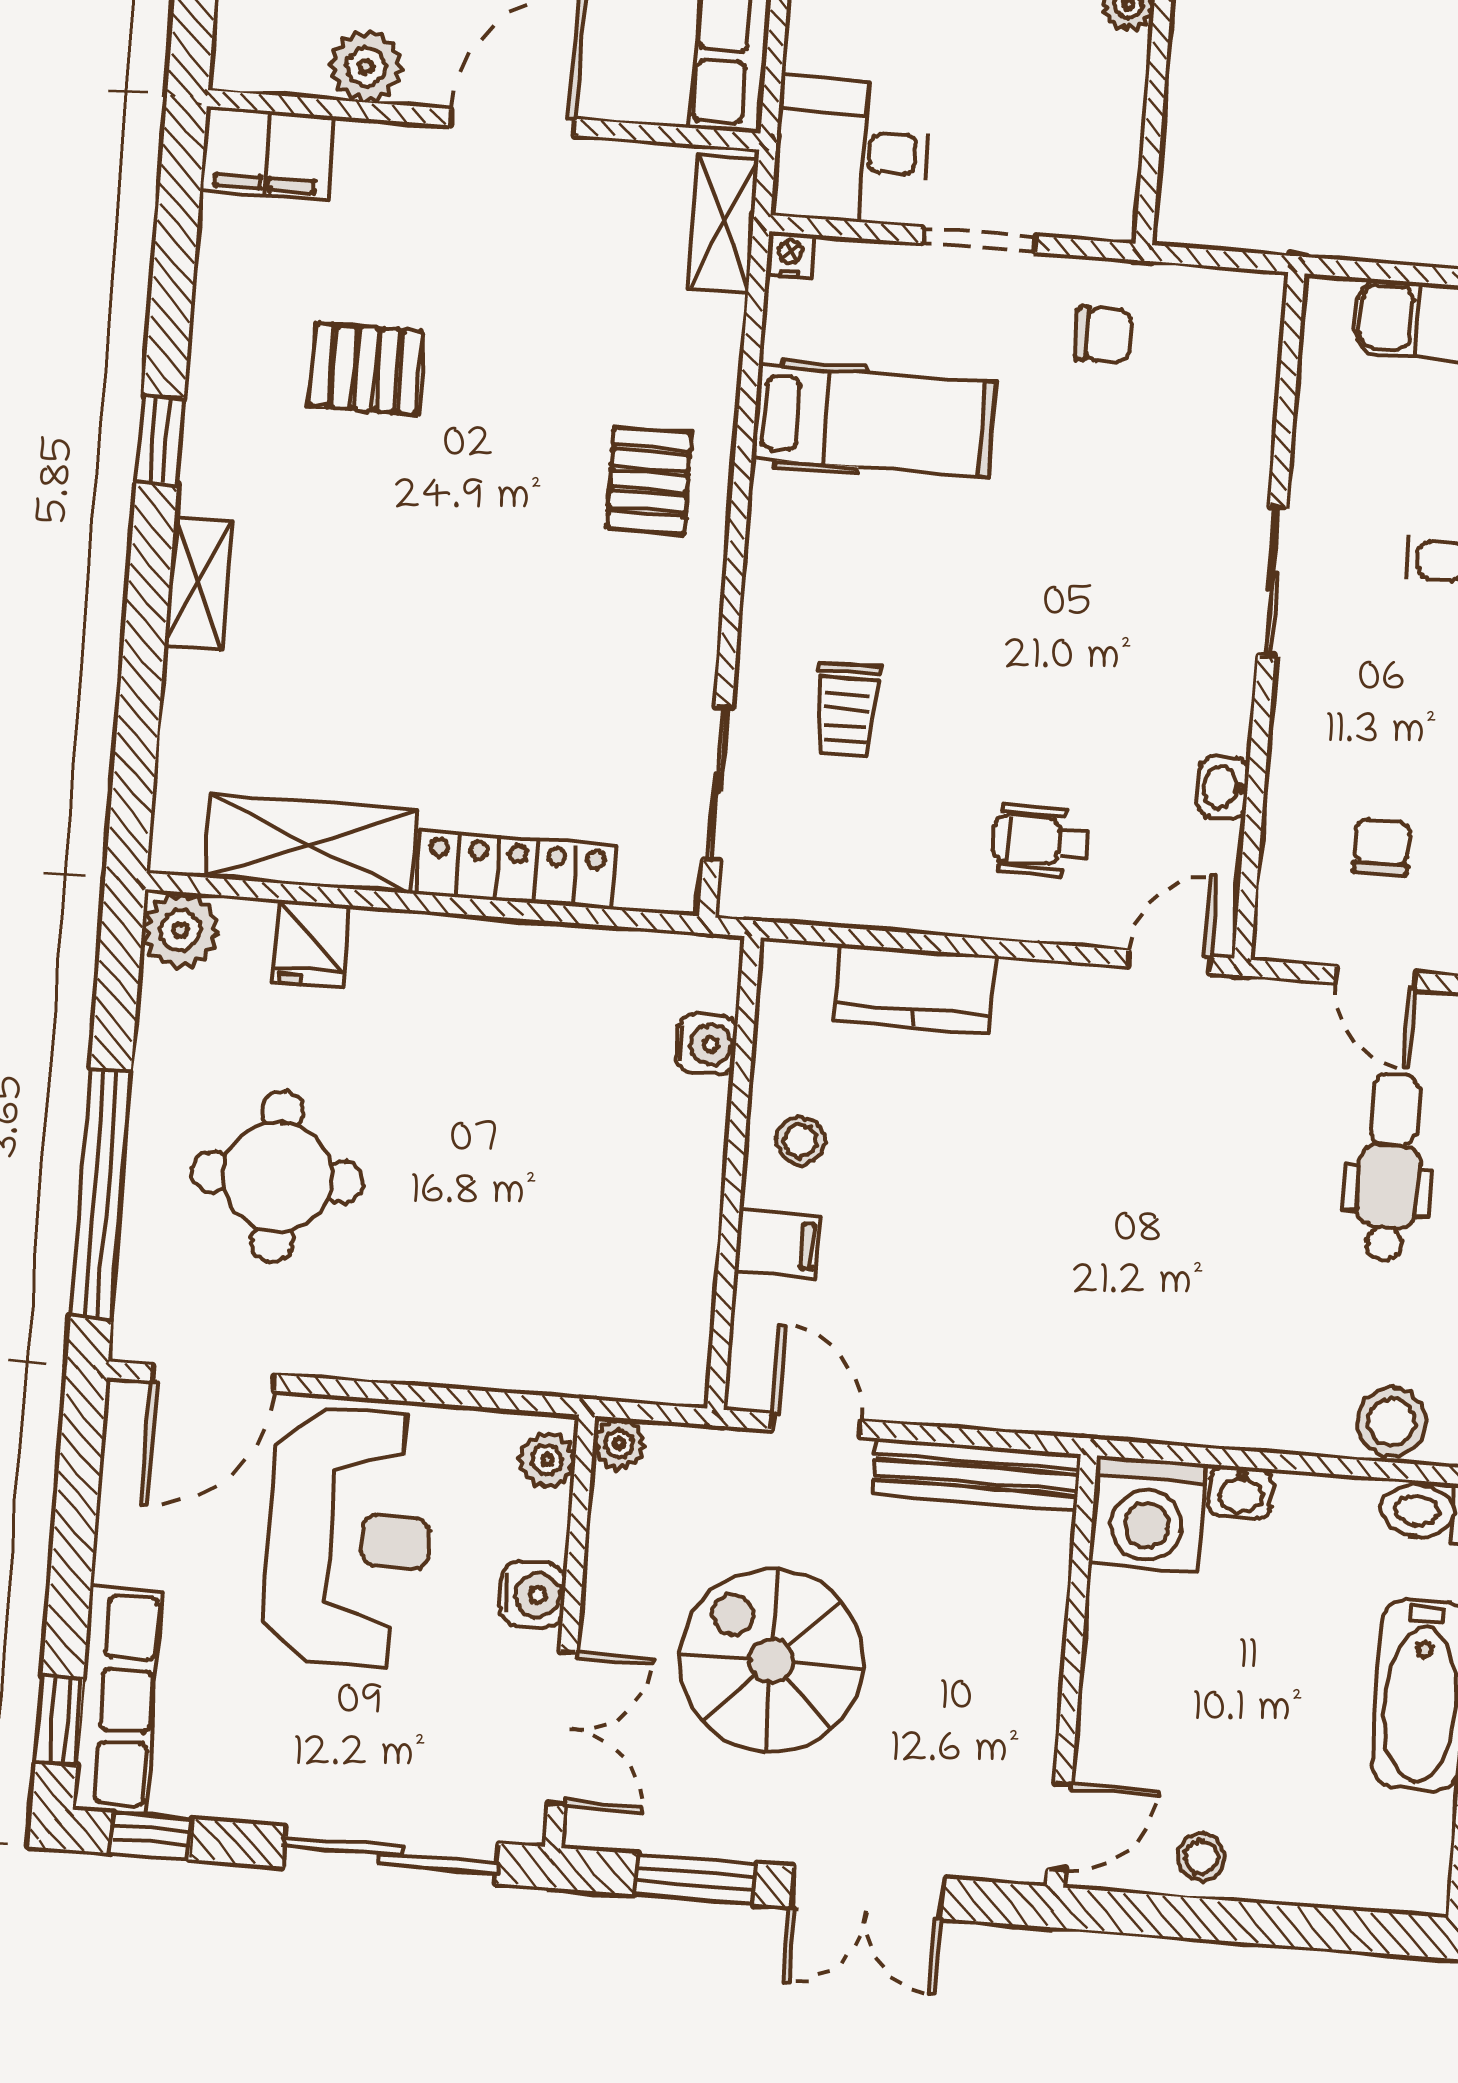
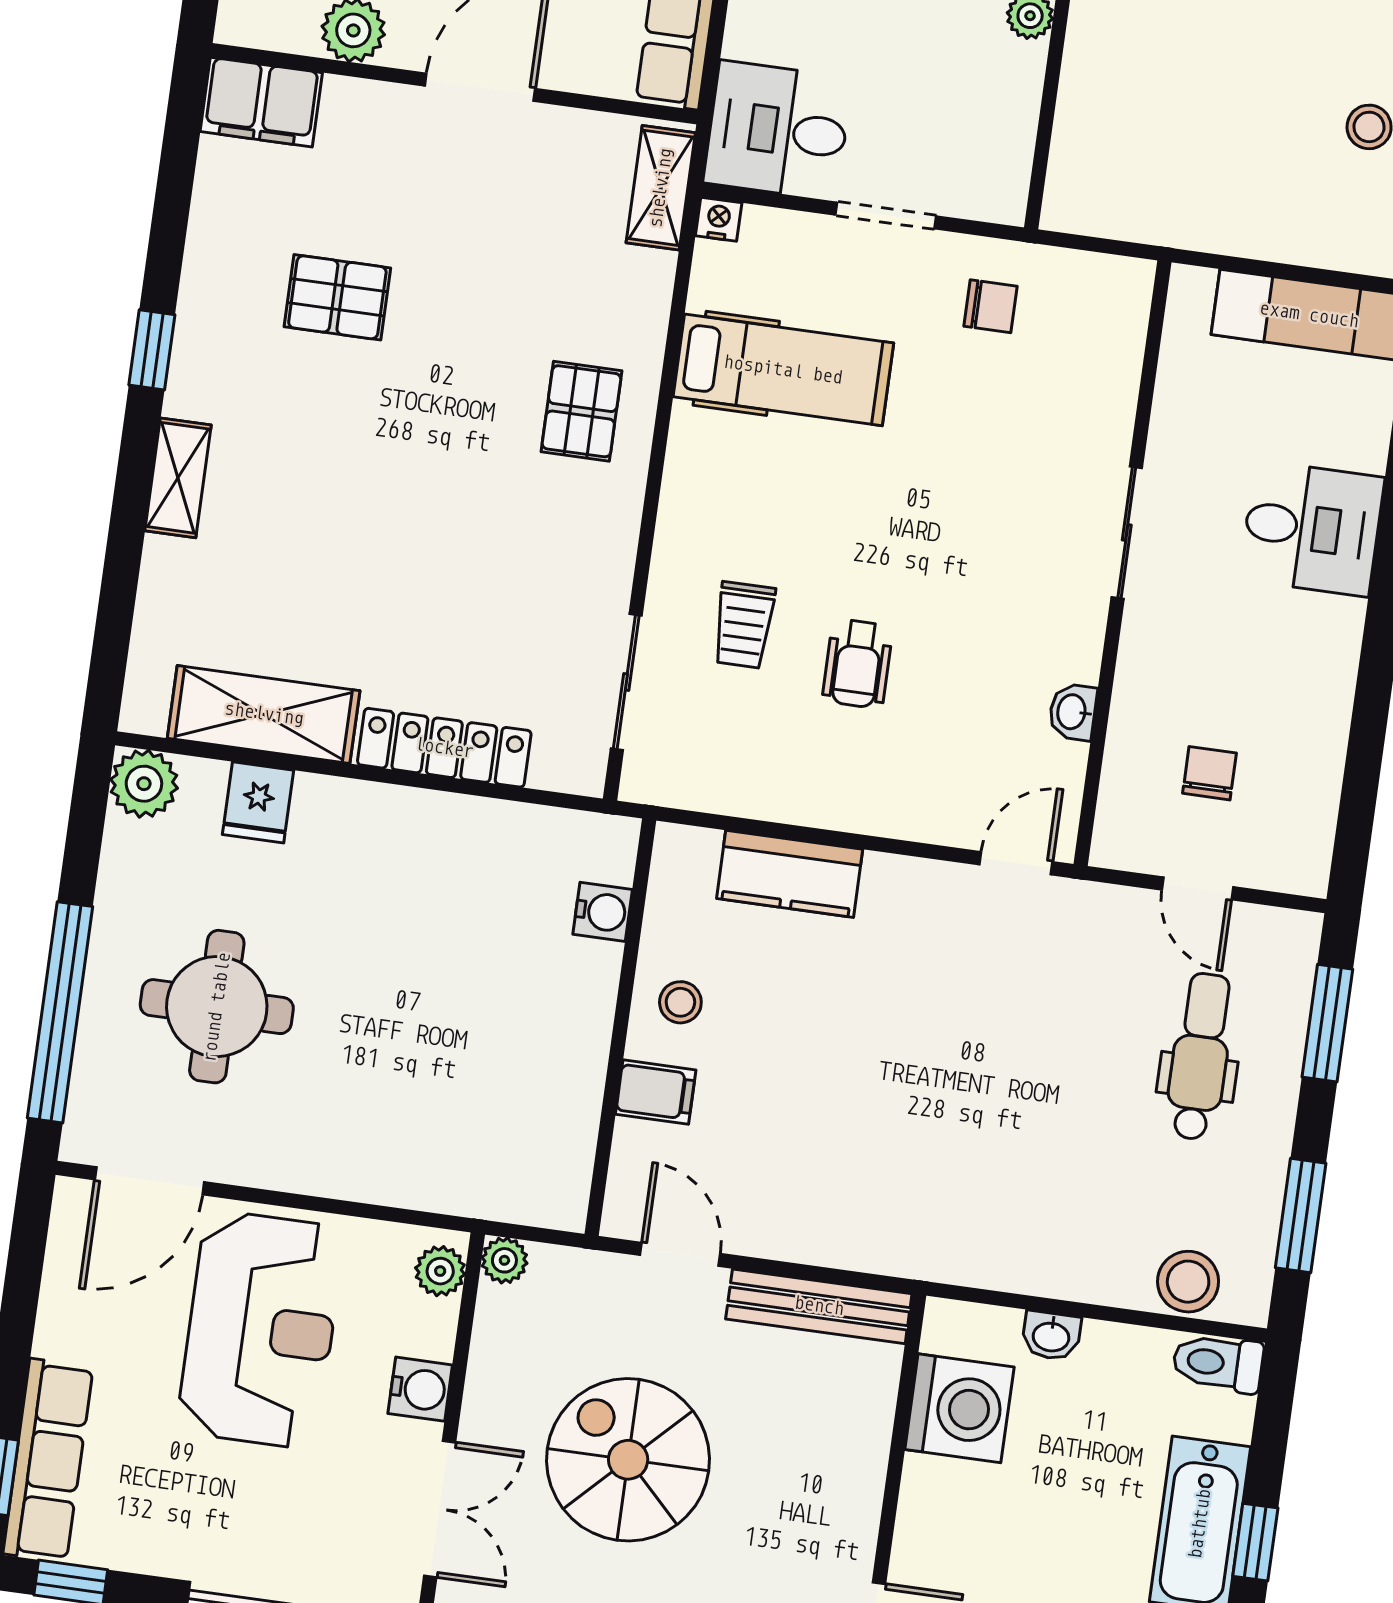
wheelchair: (1041, 841) -> (858, 664), moved, turned -90
washing machine: (1147, 1514) -> (959, 1408), moved, turned -90

